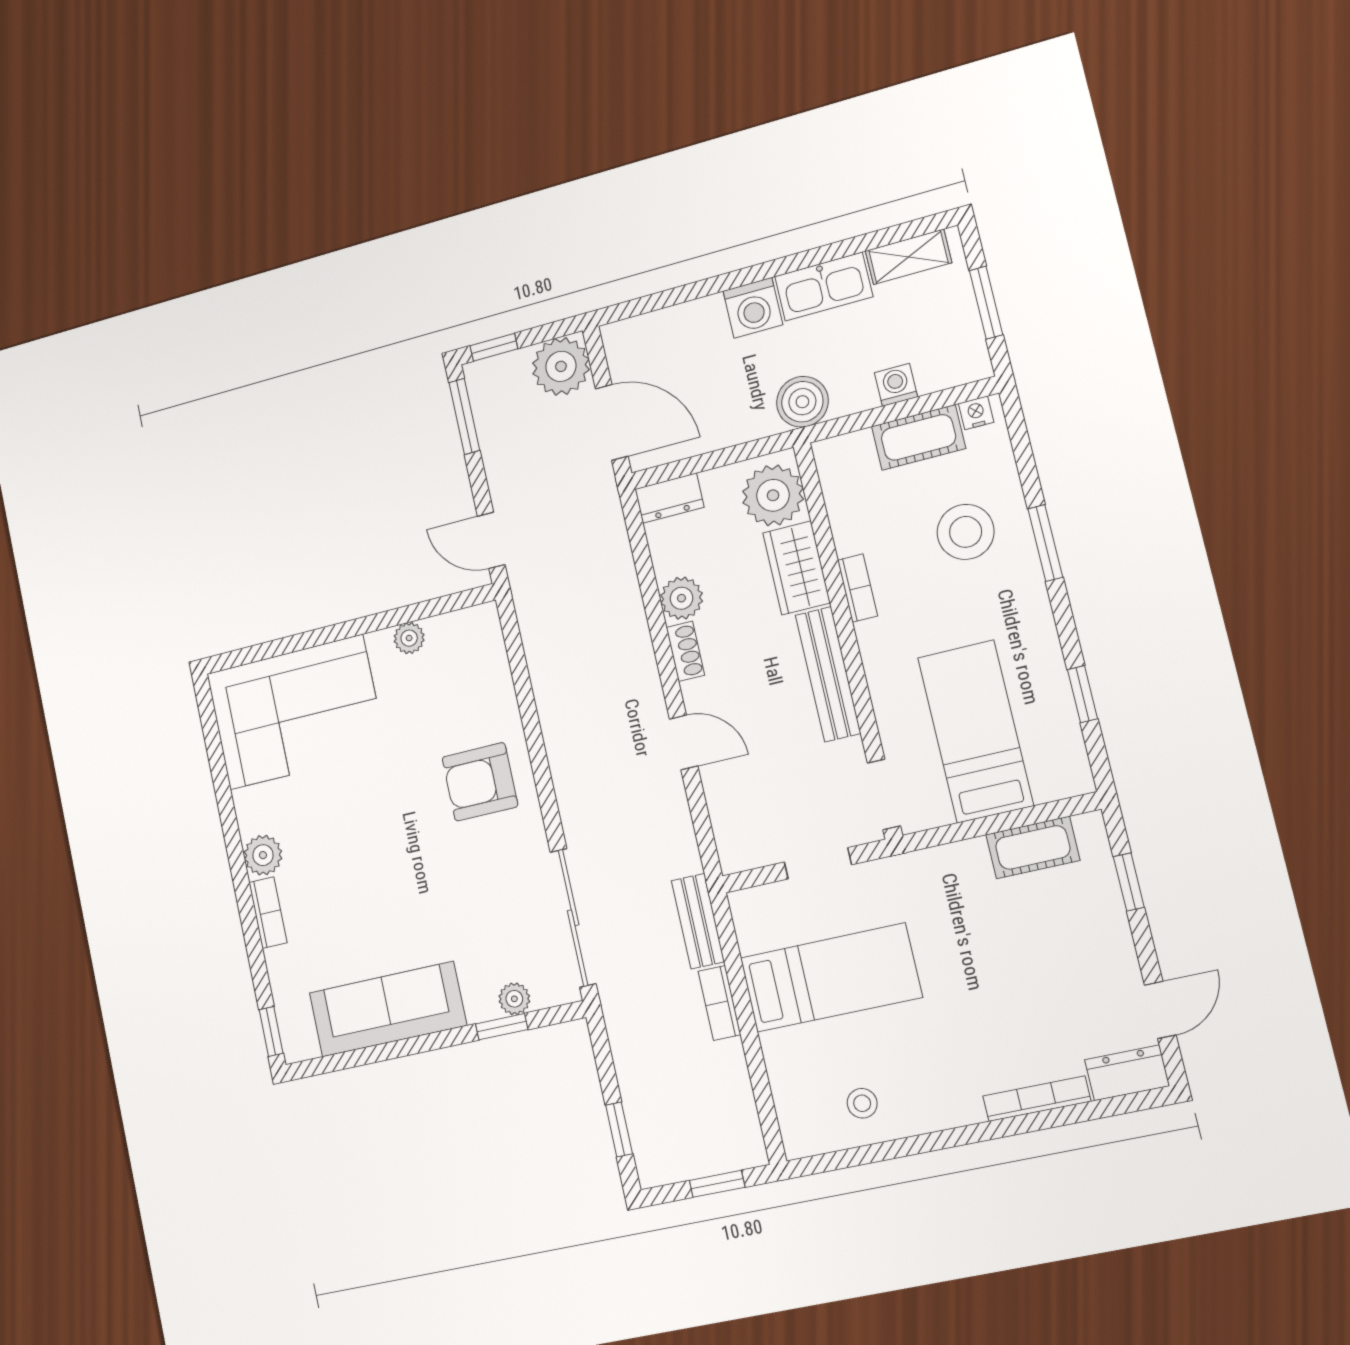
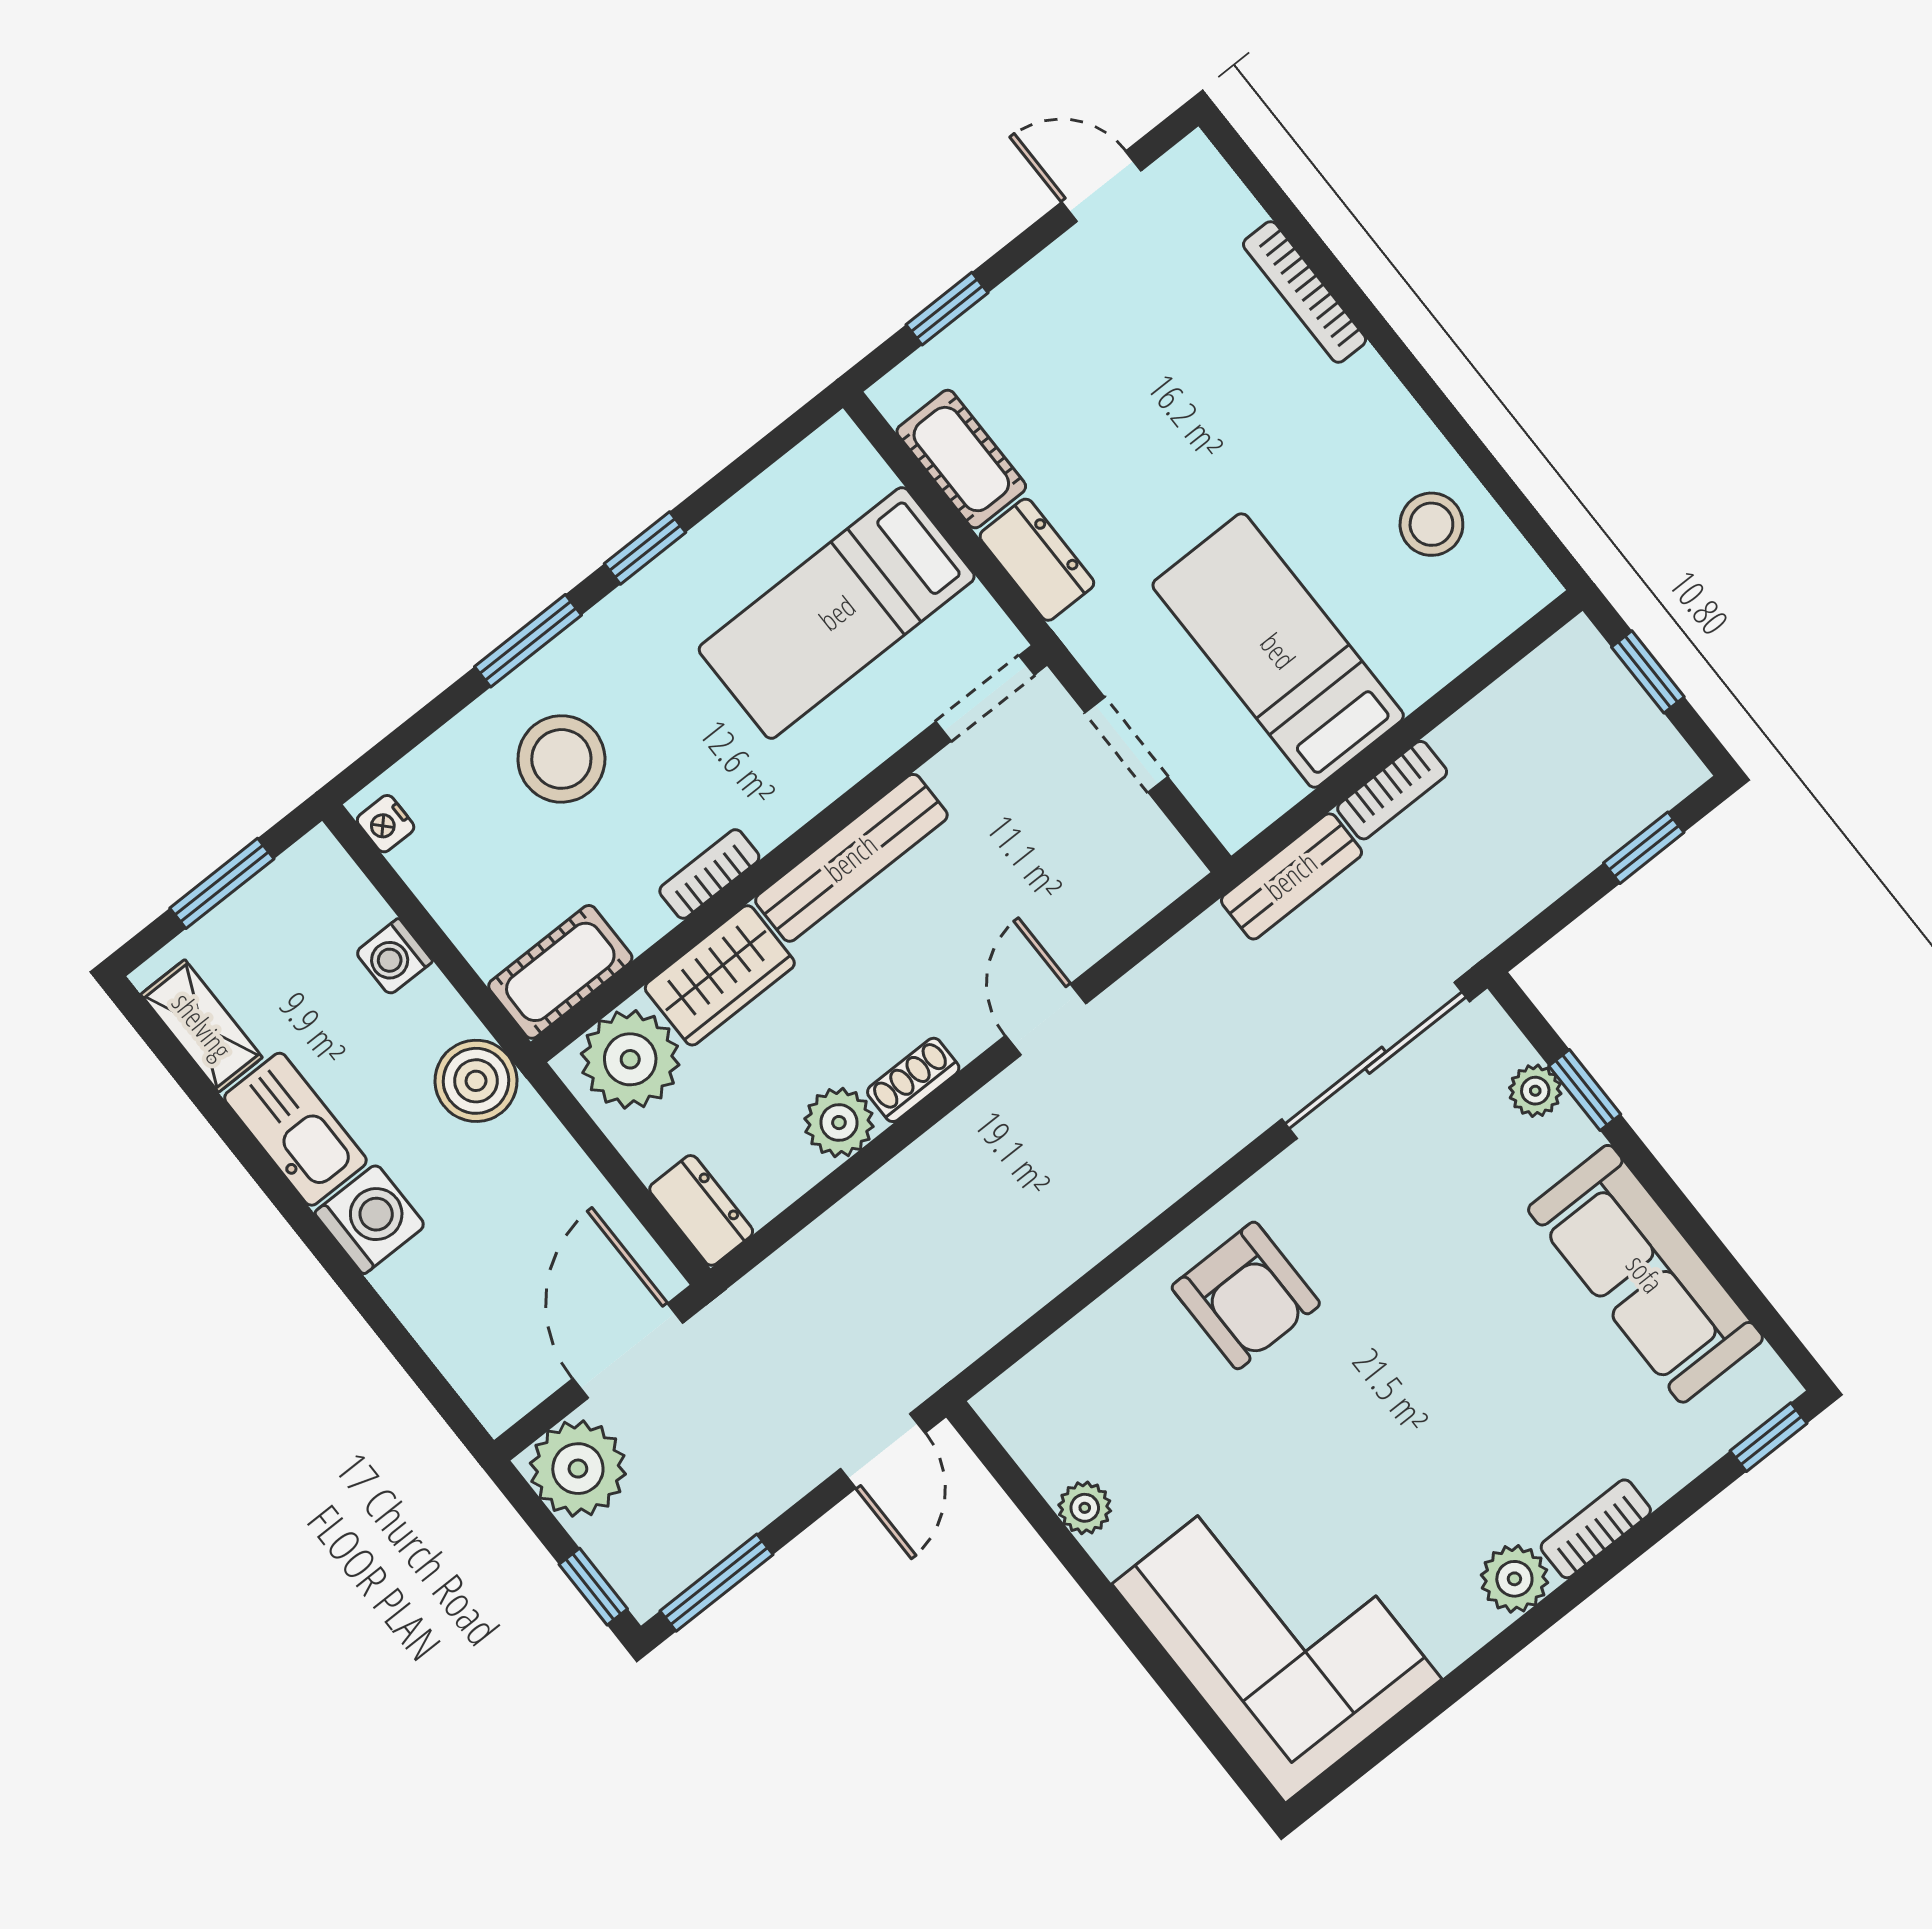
cot: (918, 437) -> (560, 972), moved, turned 90
window: (1083, 694) -> (645, 548), moved
dresser: (1127, 1073) -> (1037, 560), moved, turned 180
stool: (862, 1103) -> (1431, 524), width x1.37, depth x1.37

